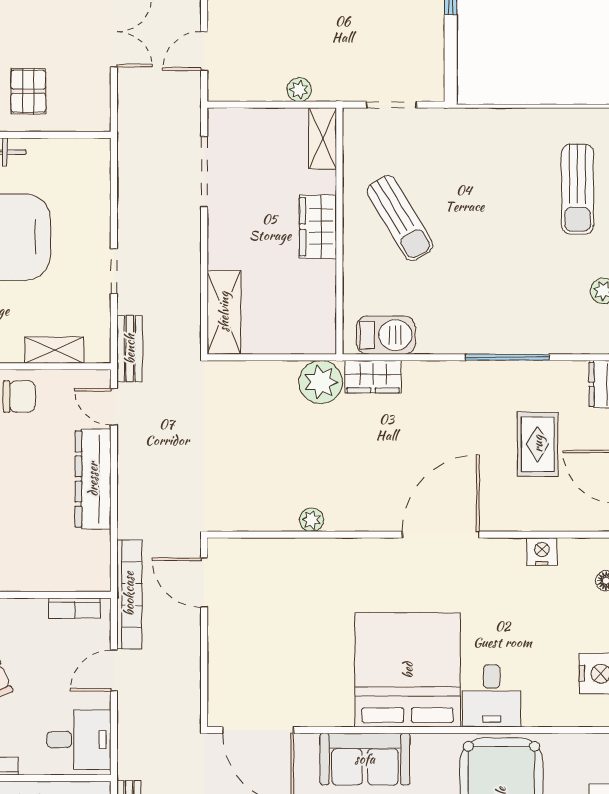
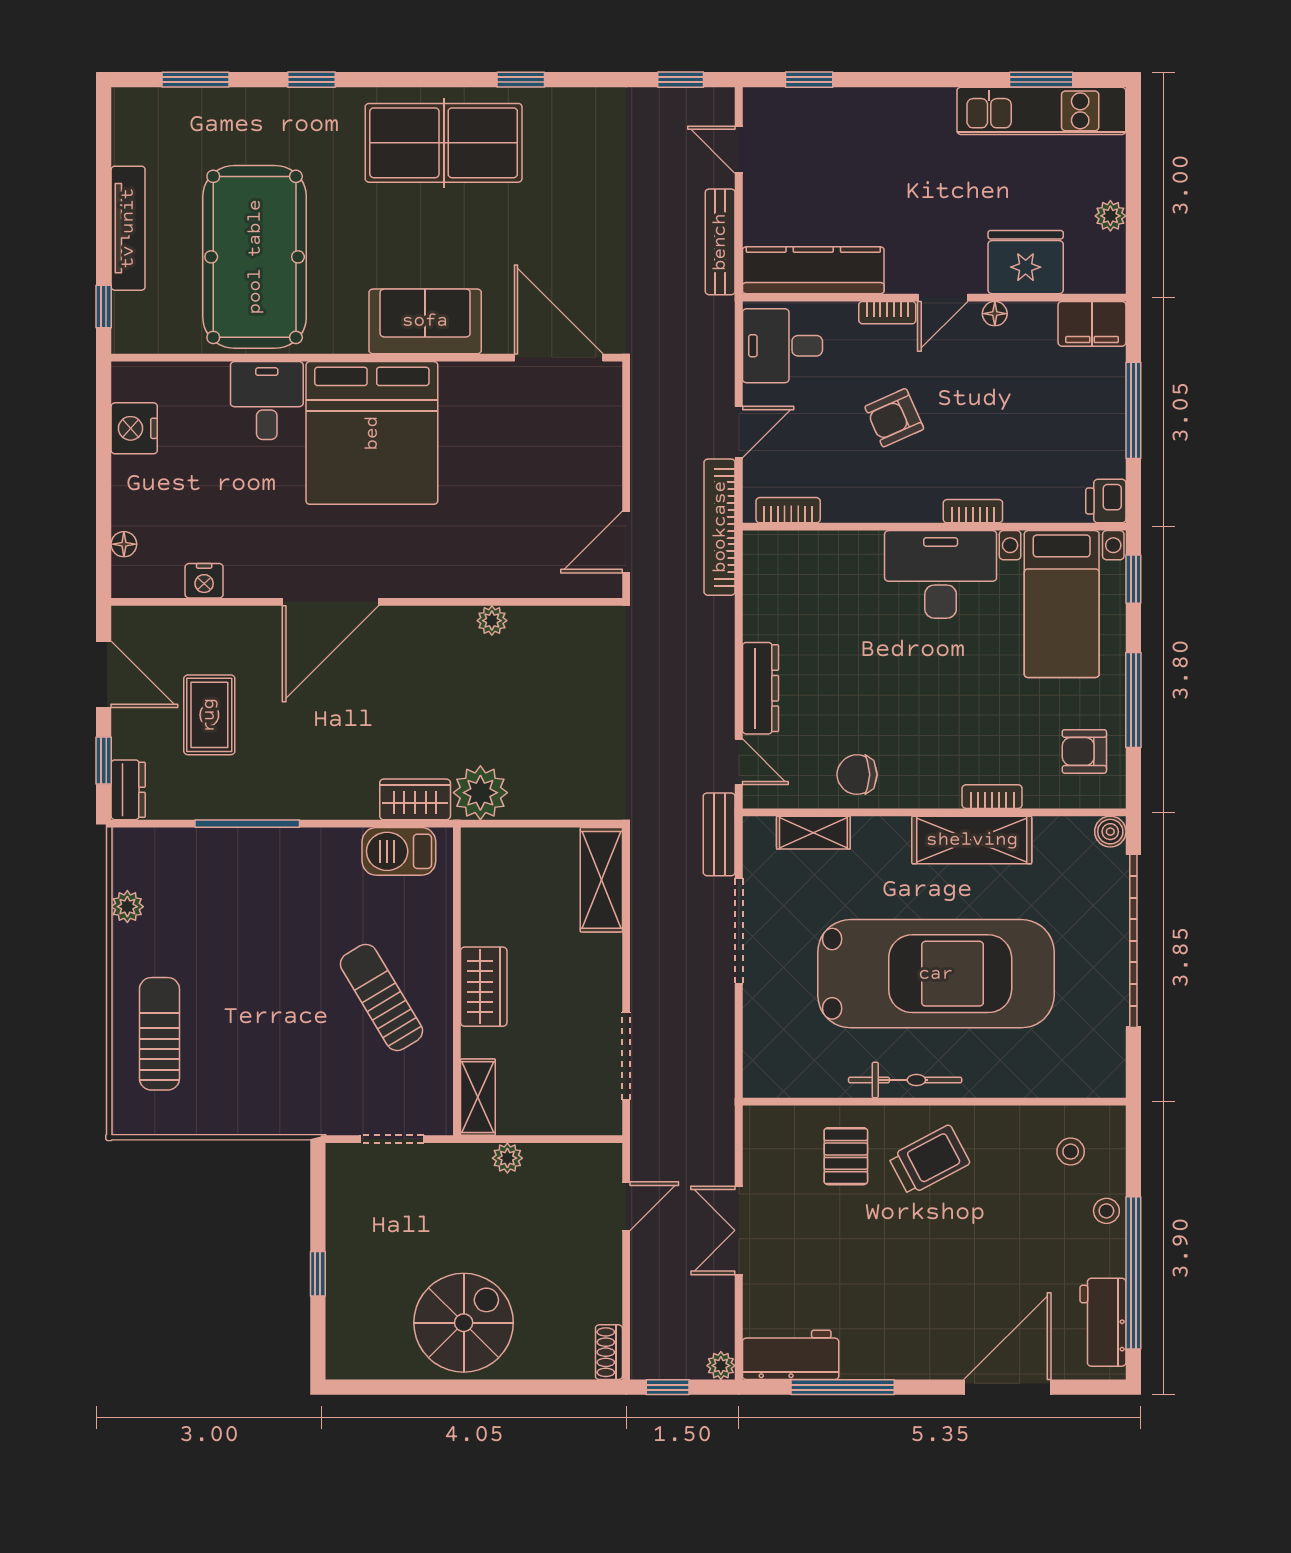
doorway: (114, 271) -> (739, 931), width x1.87
dresser: (93, 479) -> (760, 688), width x0.73, depth x0.80
door: (204, 583) -> (626, 542), swing flipped

